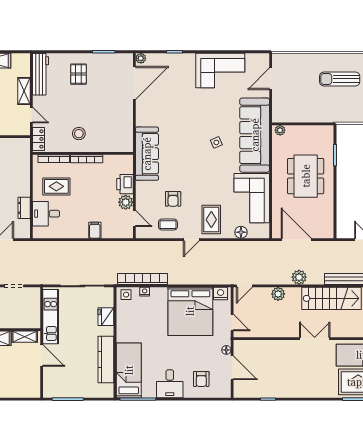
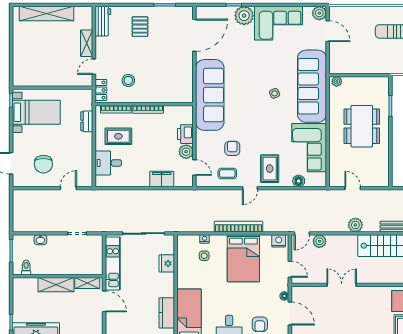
plant: (141, 58) -> (244, 16), moved, width x1.88, depth x1.88
plant: (262, 60) -> (319, 13), added
workbench: (41, 74) -> (103, 21), width x0.73
door: (271, 79) -> (328, 31), swing flipped
door: (31, 115) -> (94, 67), swing flipped
stool: (79, 134) -> (128, 80), moved
sofa: (147, 154) -> (210, 95), width x1.36, depth x1.27
armchair: (173, 199) -> (232, 148), turned 180
dresser: (24, 208) -> (87, 121), moved
filing cabinet: (95, 230) -> (162, 179), width x2.00
door: (296, 240) -> (353, 188), width x0.53
bookcase: (142, 279) -> (239, 227), moved
plant: (278, 294) -> (319, 241), moved
side table: (126, 295) -> (204, 256), moved
bed: (190, 311) -> (243, 258), width x0.73
double door: (315, 339) -> (342, 285), moved
kitchen counter: (106, 360) -> (167, 313), width x0.67

